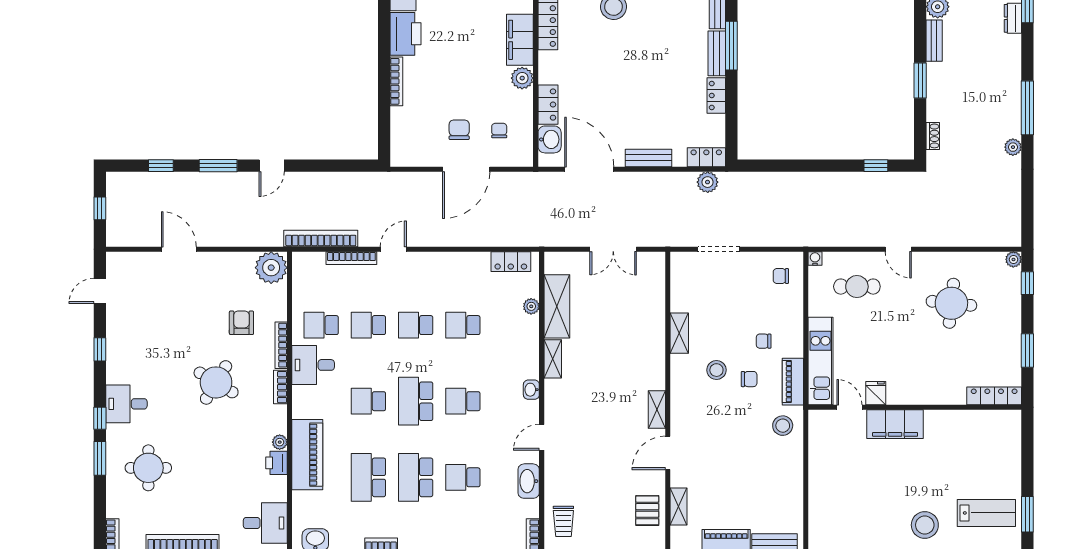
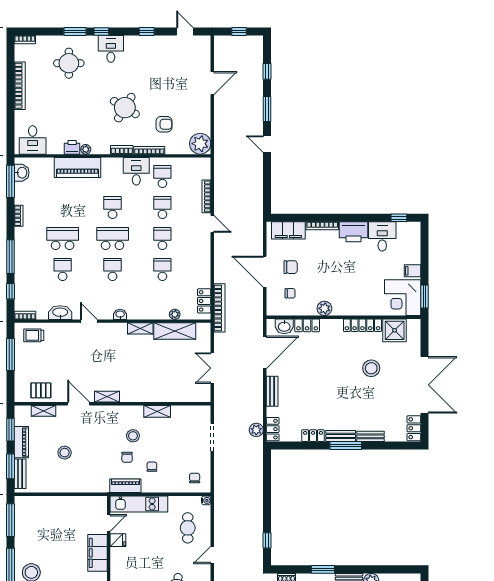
filing cabinet: (520, 40) -> (288, 230), moved, turned 180
bookcase: (321, 238) -> (219, 308), moved
stool: (783, 426) -> (65, 453), moved
school desk: (368, 477) -> (63, 208), removed

